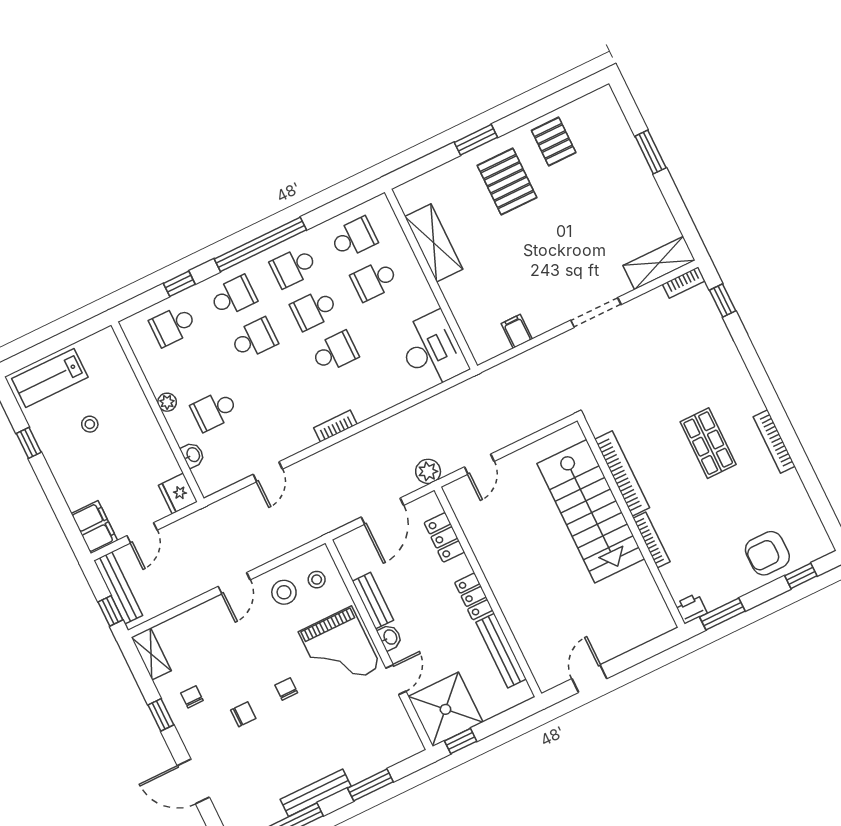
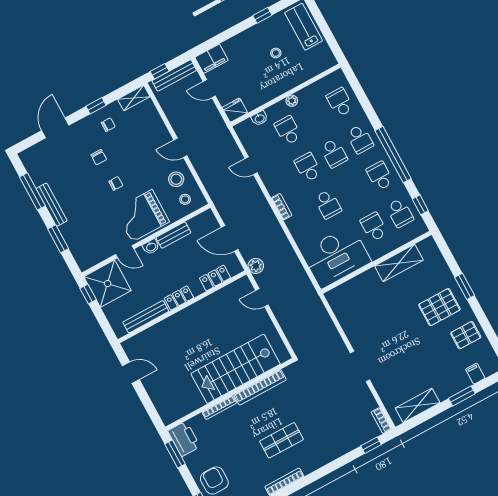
shelving: (659, 263) -> (418, 405), moved, turned 90
window: (179, 284) -> (420, 205), moved
school desk: (314, 310) -> (308, 167), moved
filing cabinet: (517, 331) -> (475, 374), moved, turned -90
desk: (432, 350) -> (336, 257), width x1.36, depth x1.30
printer: (691, 608) -> (184, 439), width x1.87, depth x1.48

